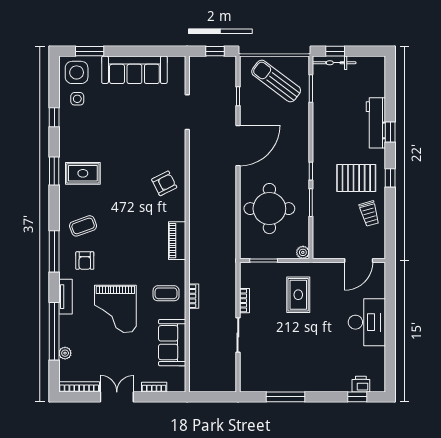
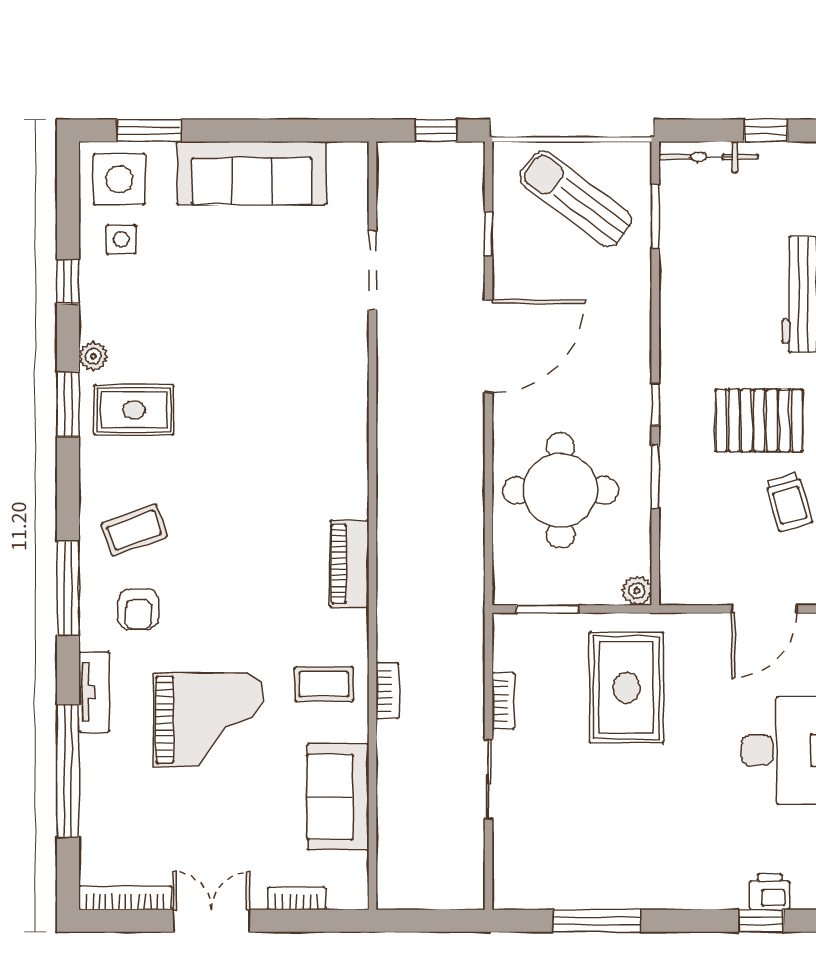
window: (335, 51) -> (766, 130), moved
armchair: (164, 183) -> (320, 433), removed
rug: (298, 295) -> (626, 687), width x1.36, depth x1.43
grand piano: (115, 309) -> (208, 720), turned -90
plant: (65, 353) -> (93, 356), moved

